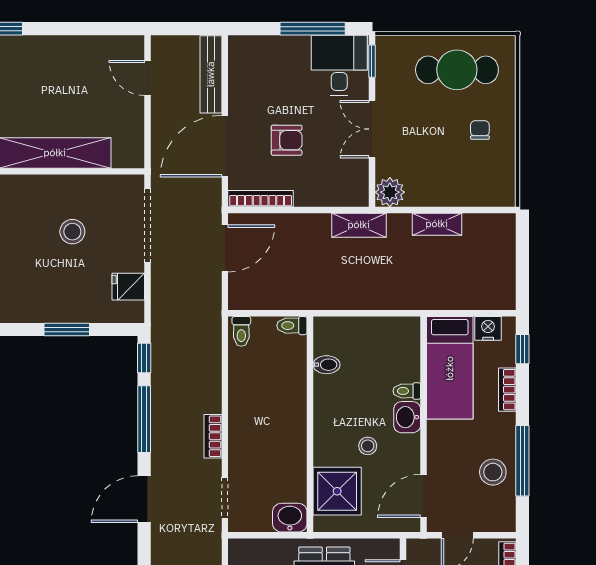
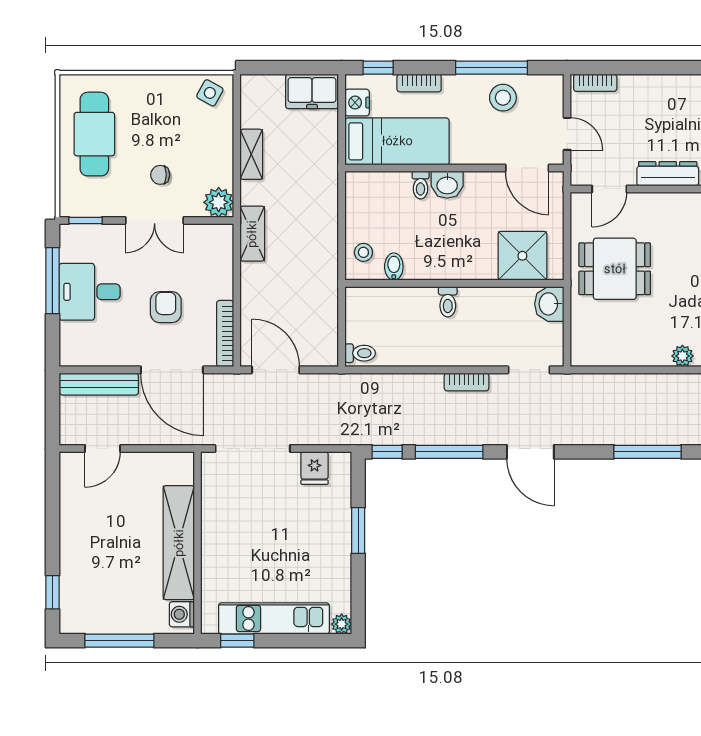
desk: (339, 65) -> (90, 292), moved
chair: (480, 130) -> (160, 175), moved
side table: (498, 184) -> (210, 93), added
stool: (72, 232) -> (259, 525), removed
freezer: (499, 284) -> (312, 91), added
toilet: (292, 326) -> (448, 302), moved
stool: (368, 446) -> (363, 252), moved

